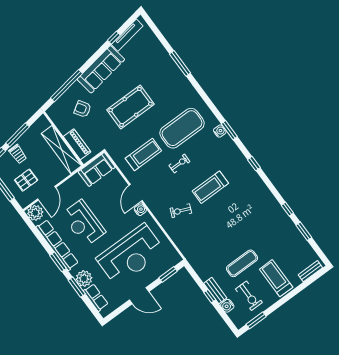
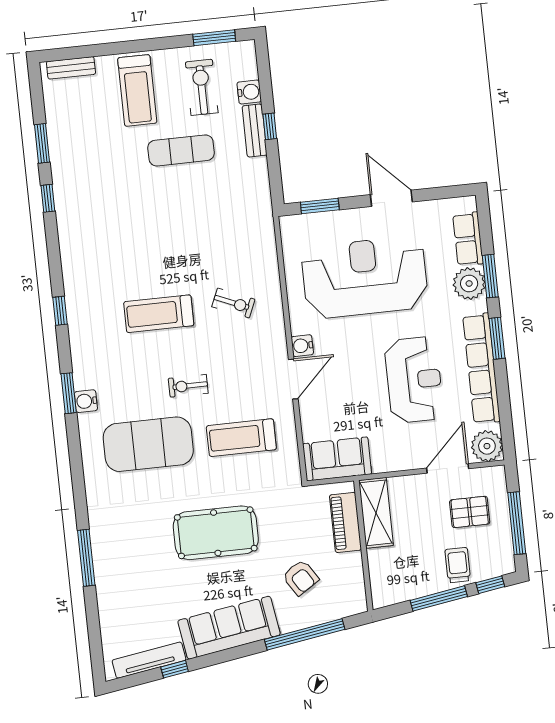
shelving: (62, 150) -> (376, 513), width x0.68
treadmill: (210, 187) -> (159, 314), turned 180

